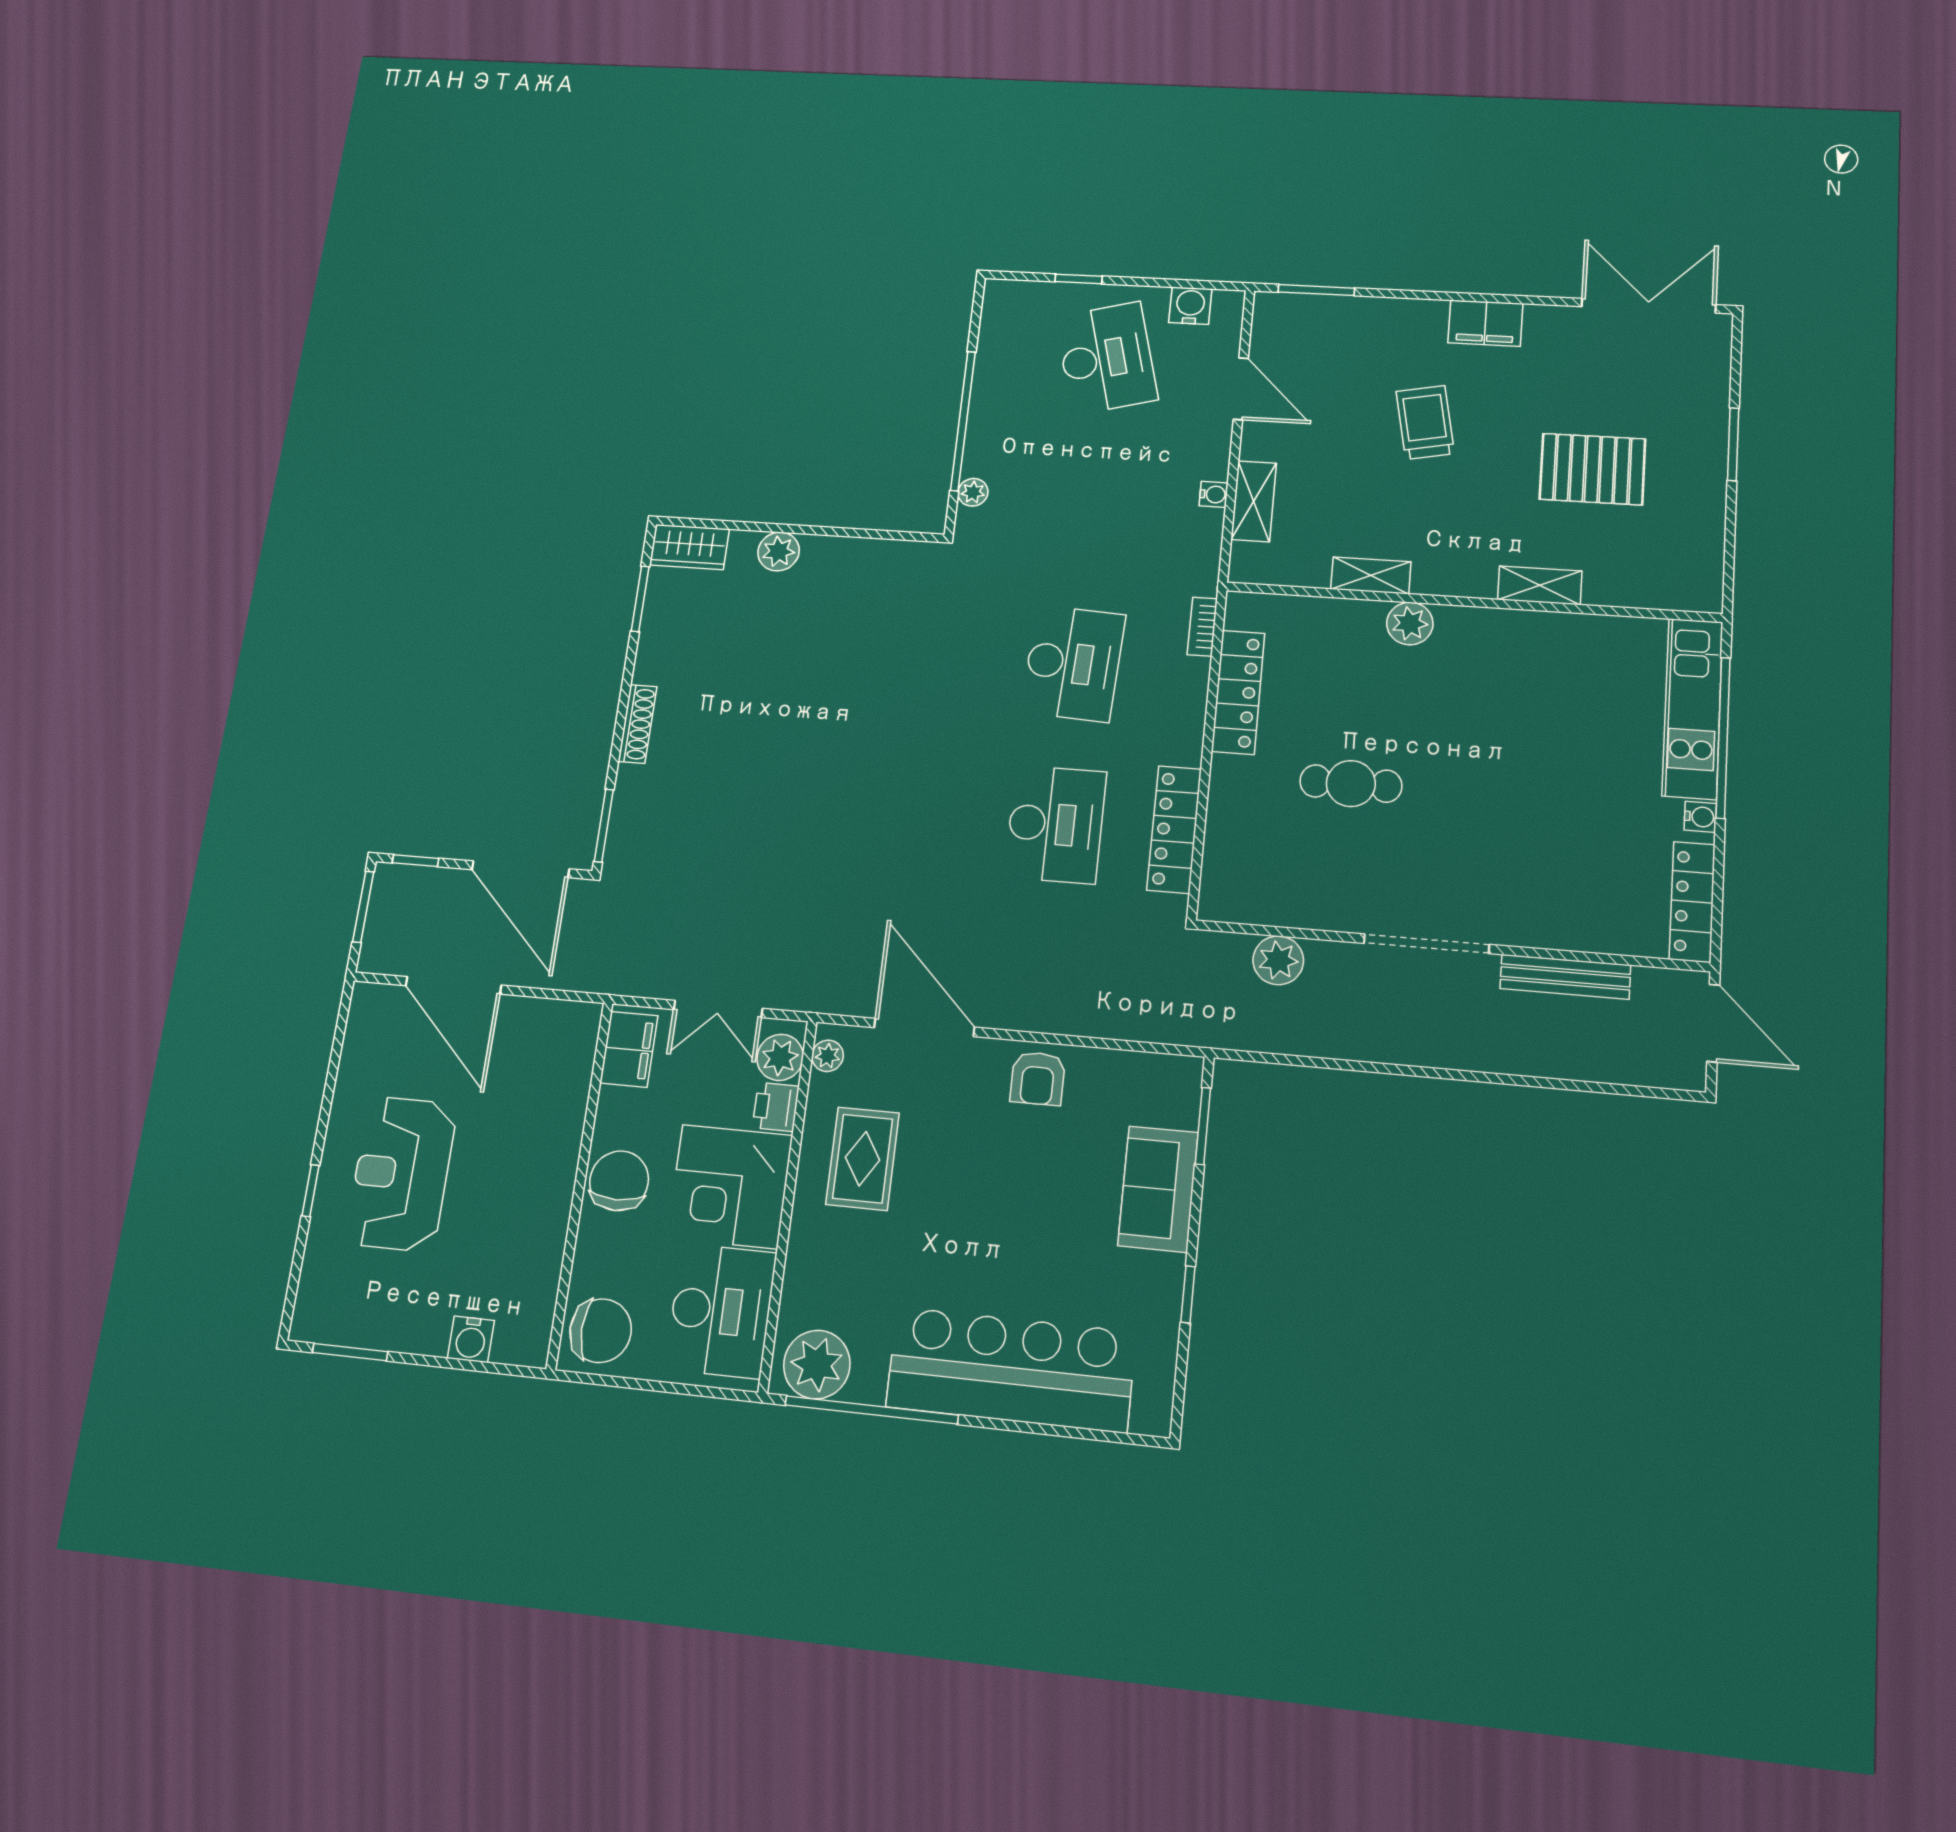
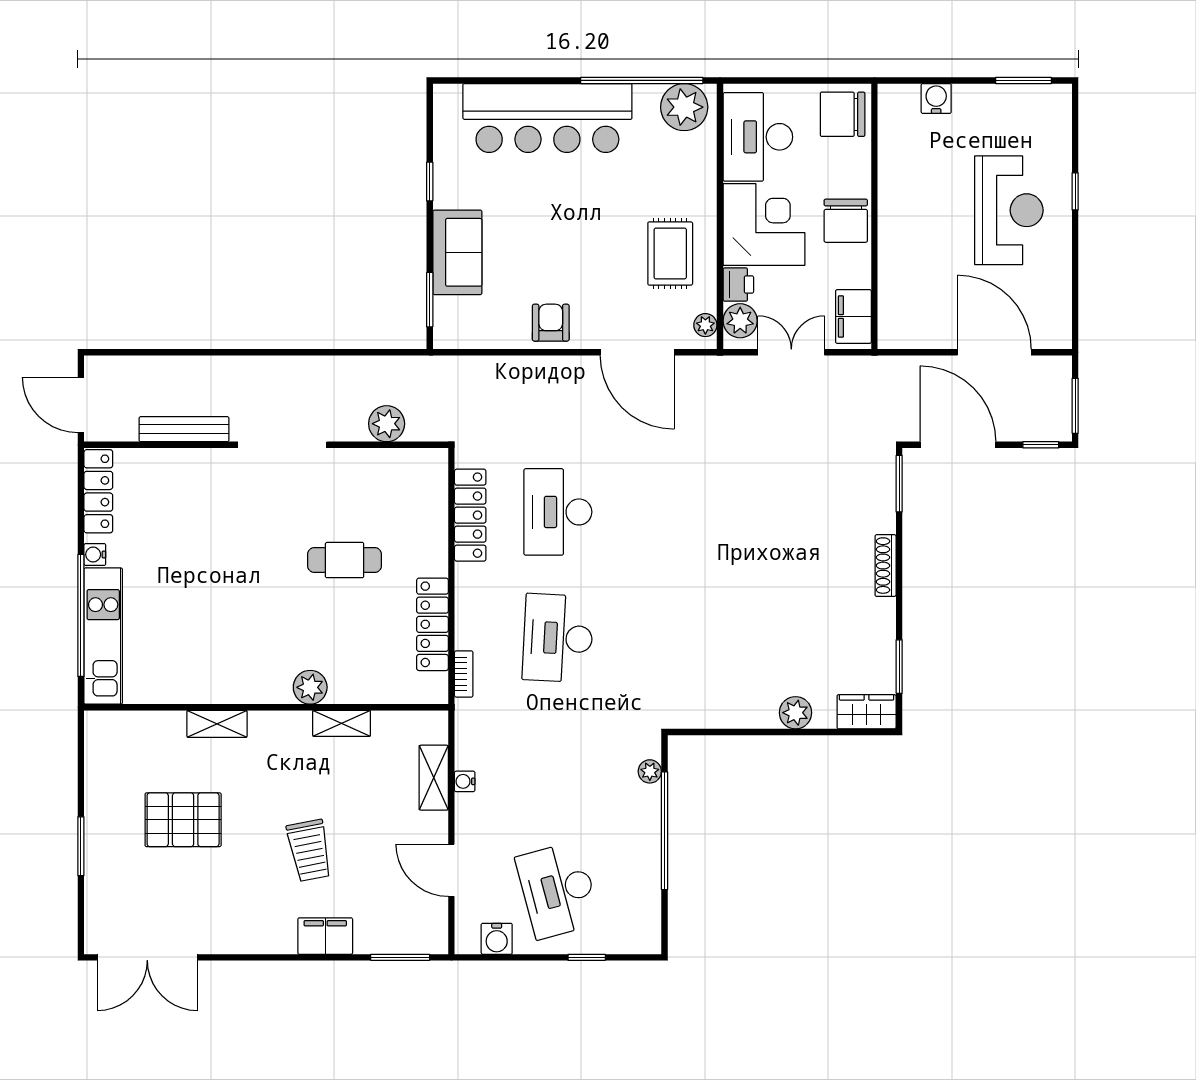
filing cabinet: (1485, 323) -> (325, 936), moved

